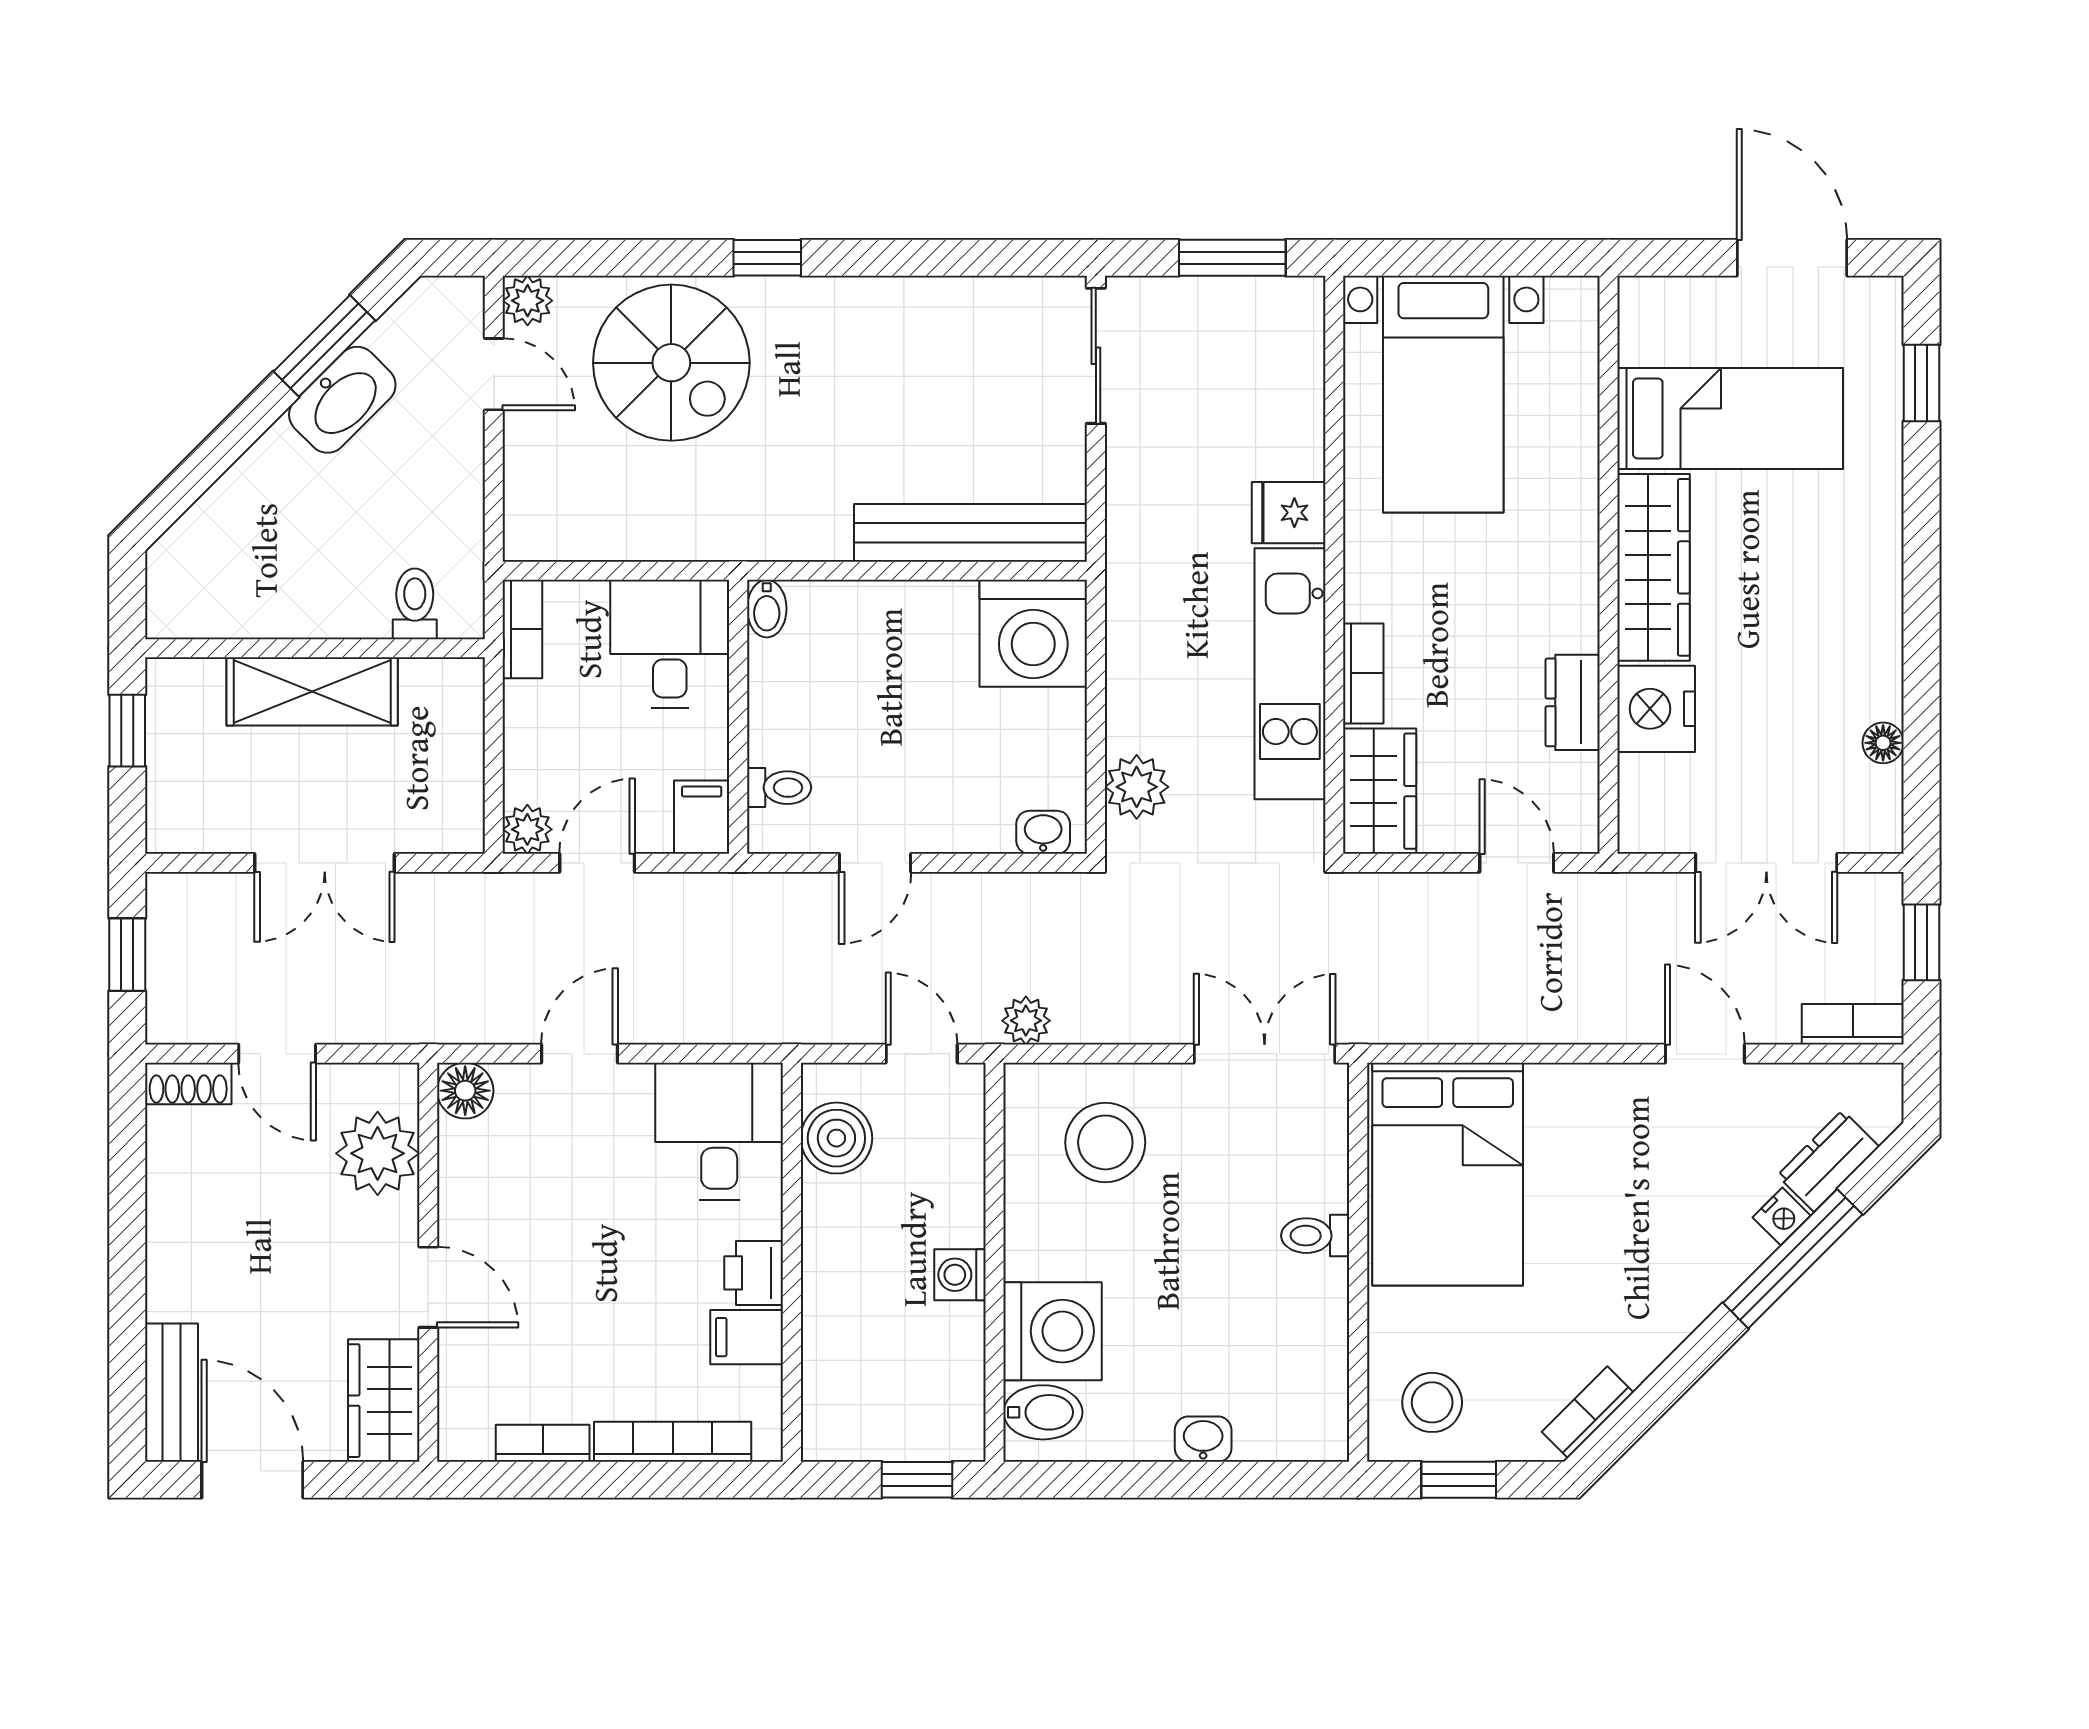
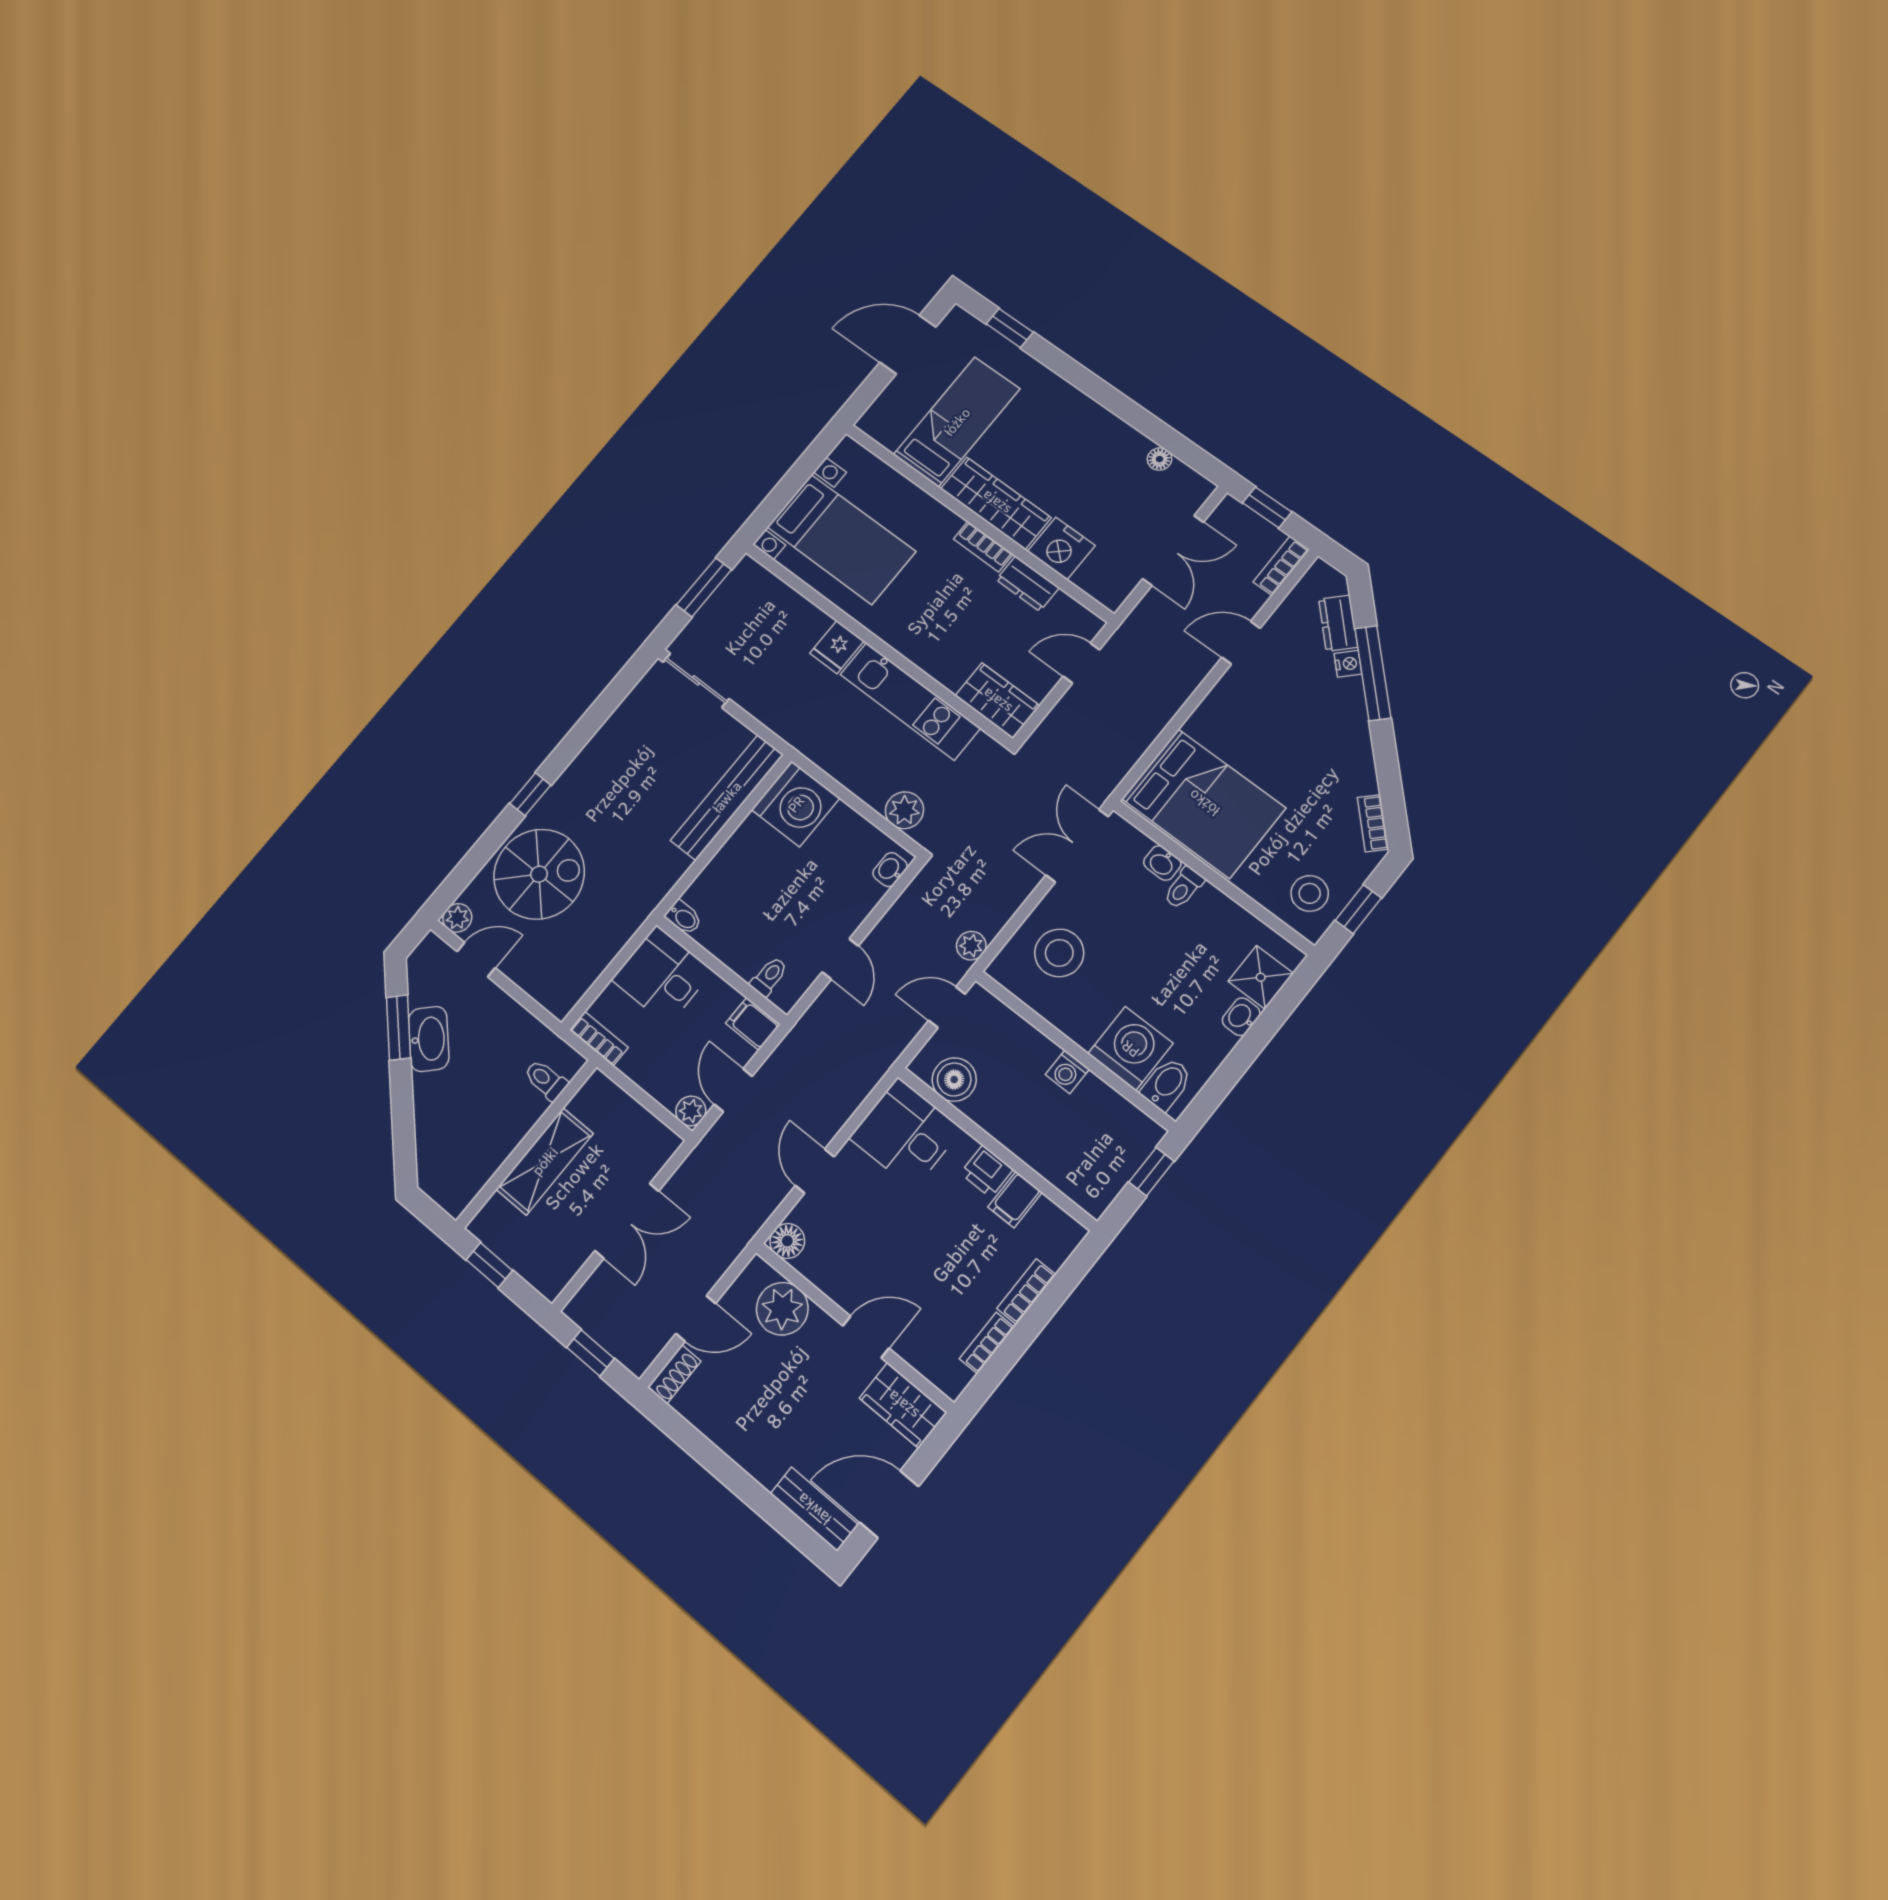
bookcase: (1363, 673) -> (983, 547), moved, turned 180
washbasin: (1327, 1182) -> (1162, 863), added
shower: (1274, 1424) -> (1261, 977), added
bookcase: (673, 1442) -> (1026, 1292), width x0.64

